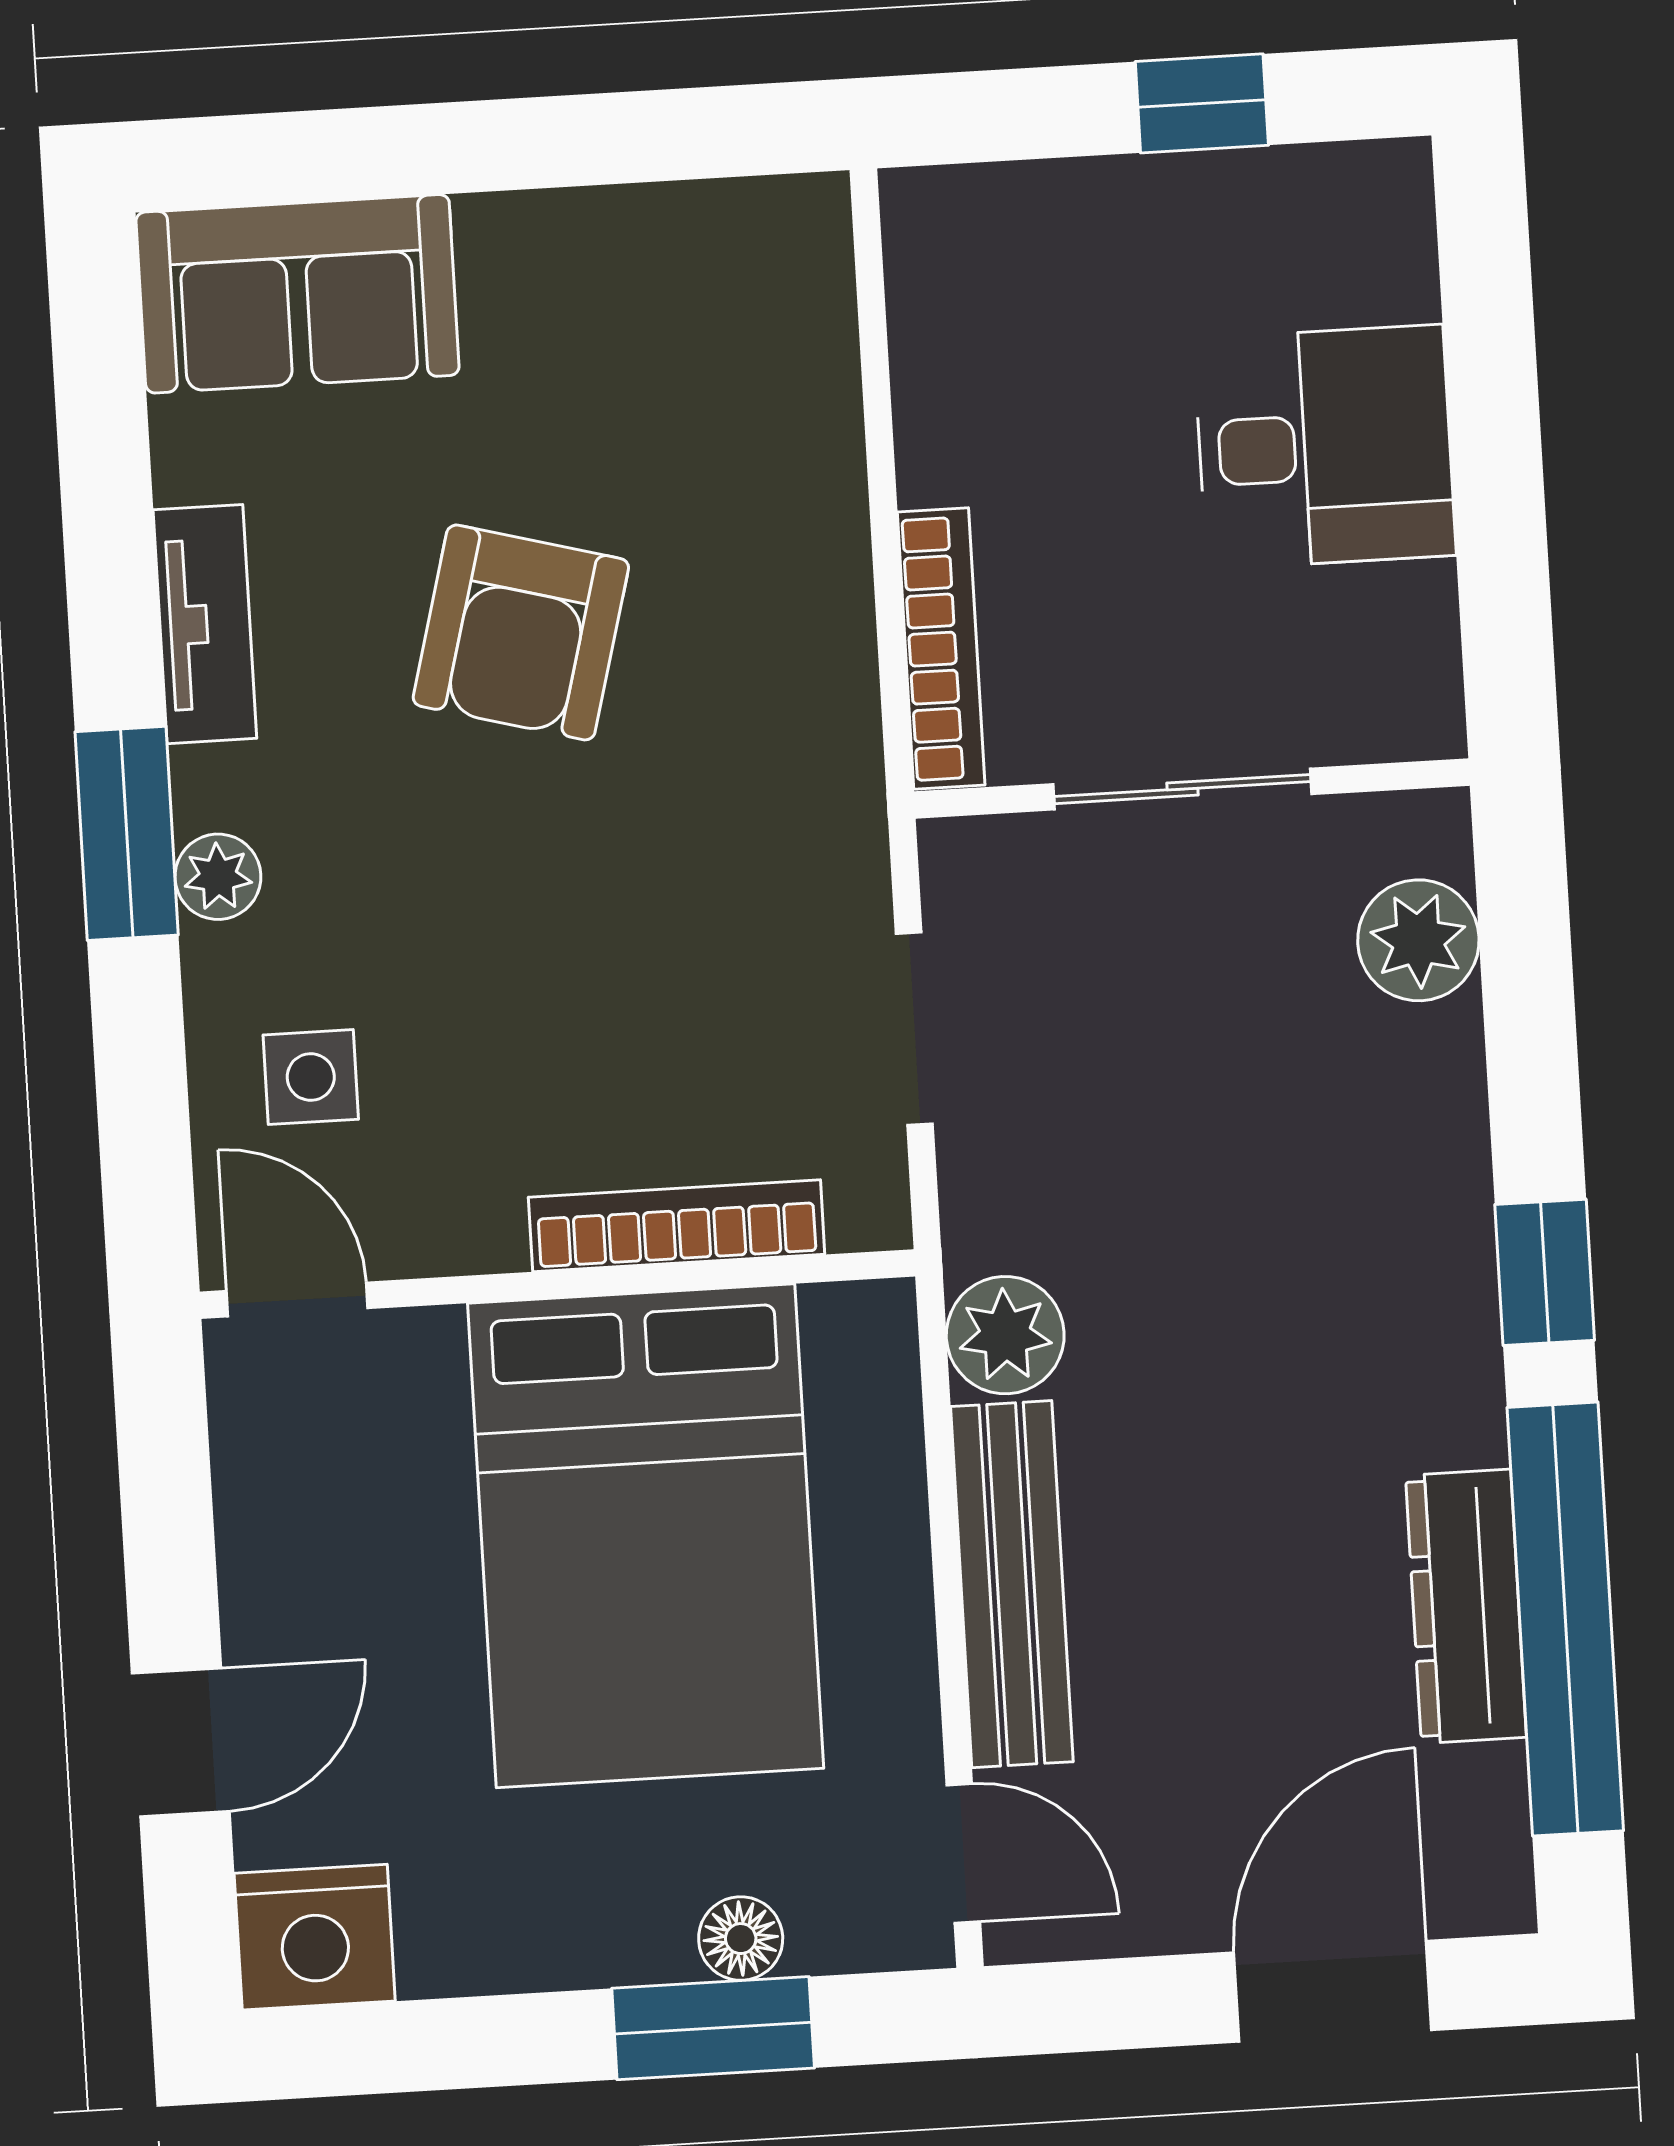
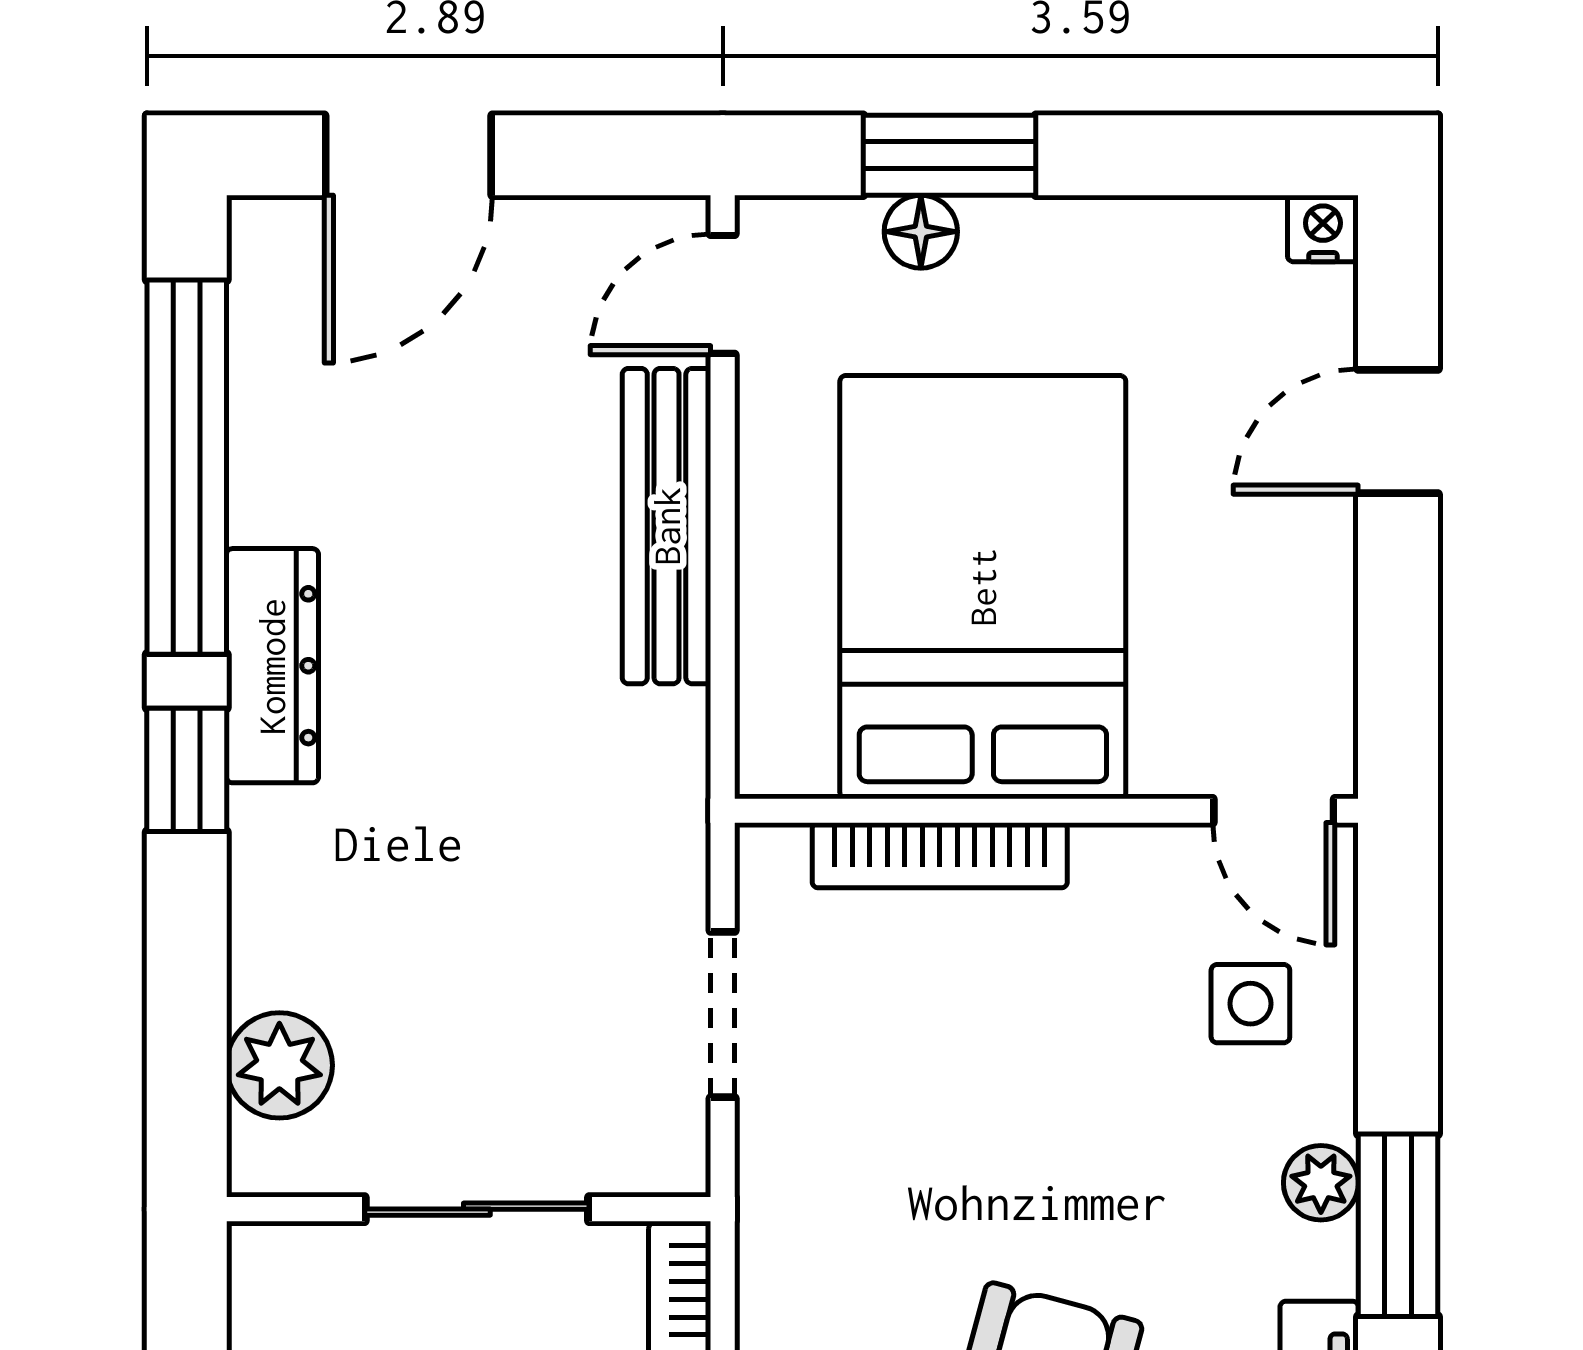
plant: (1005, 1335) -> (659, 743), removed
dresser: (1466, 1606) -> (272, 666), moved
door: (963, 1853) -> (723, 294), hinge flipped
nightstand: (315, 1937) -> (1323, 228), width x0.53, depth x0.56

